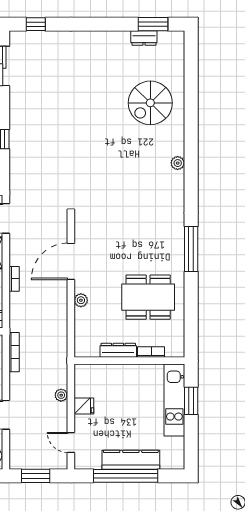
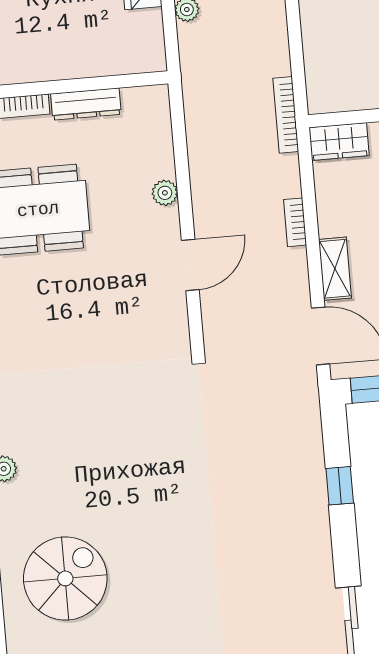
door: (71, 261) -> (190, 265), width x0.73
bookcase: (14, 352) -> (286, 115), moved

